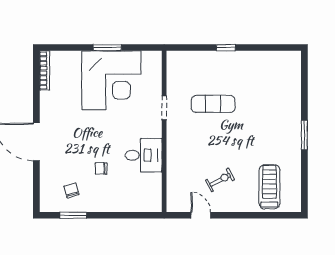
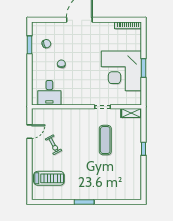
shelving: (173, 66) -> (131, 113), added
desk: (144, 155) -> (49, 93), moved

